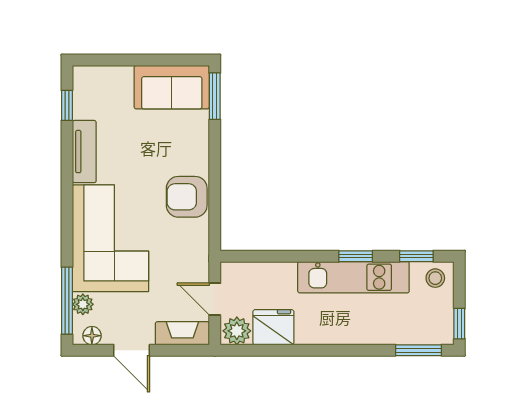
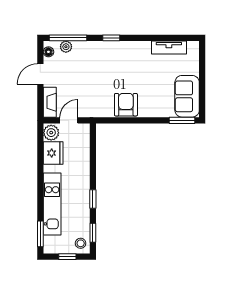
window: (67, 105) -> (111, 38), moved
tv unit: (84, 152) -> (169, 48), moved
corner sofa: (110, 238) -> (103, 62), removed
kitchen unit: (353, 277) -> (52, 204), moved, turned 180
window: (459, 324) -> (67, 257), moved

